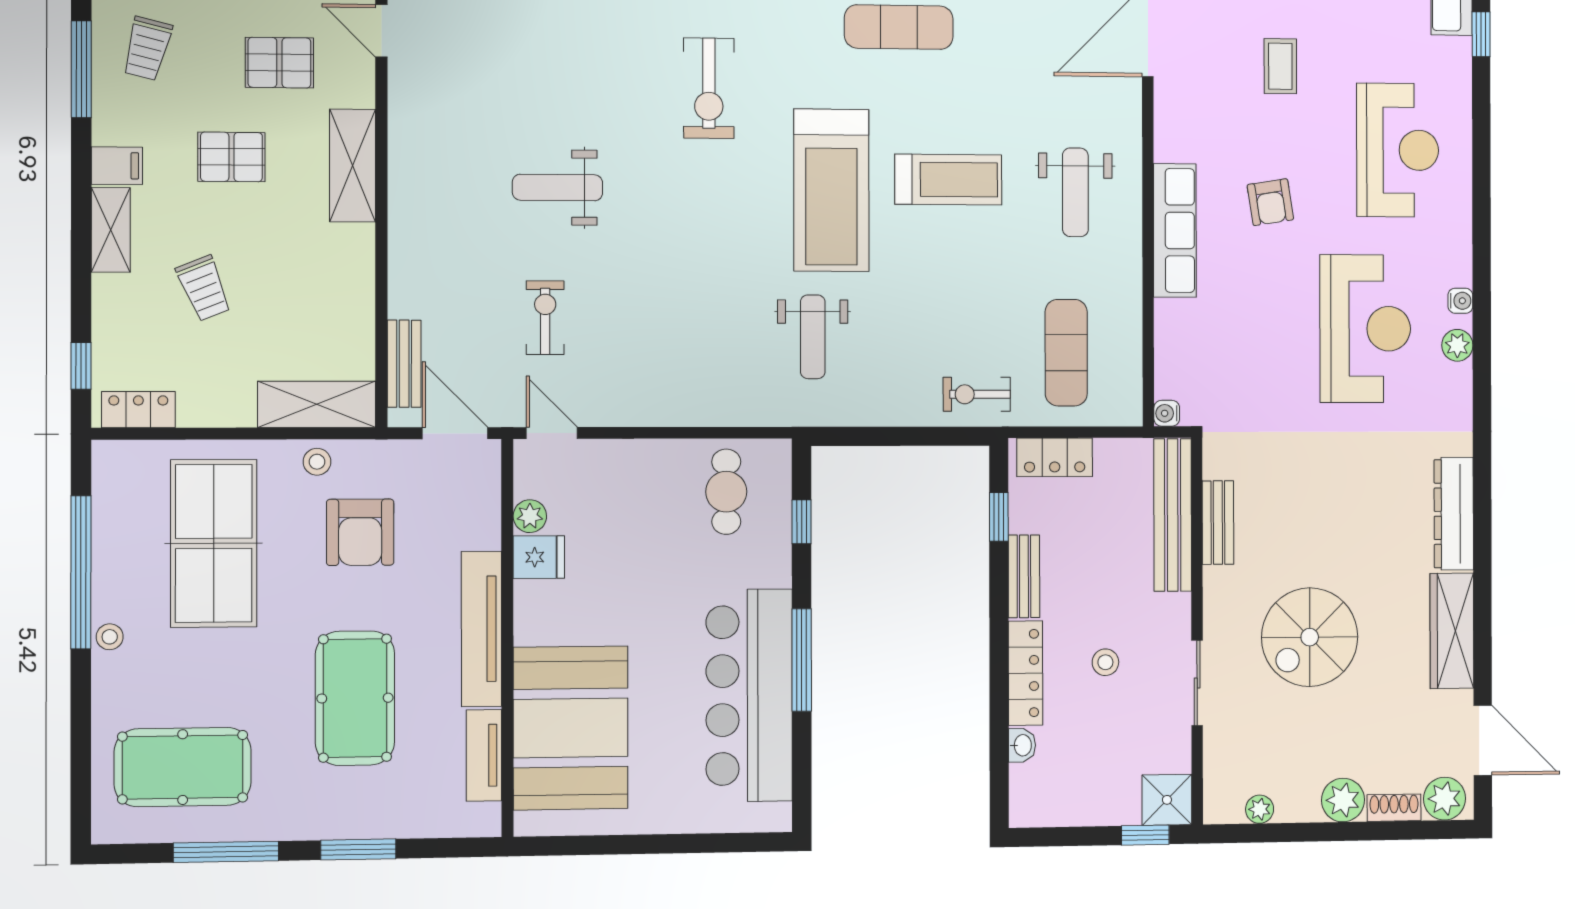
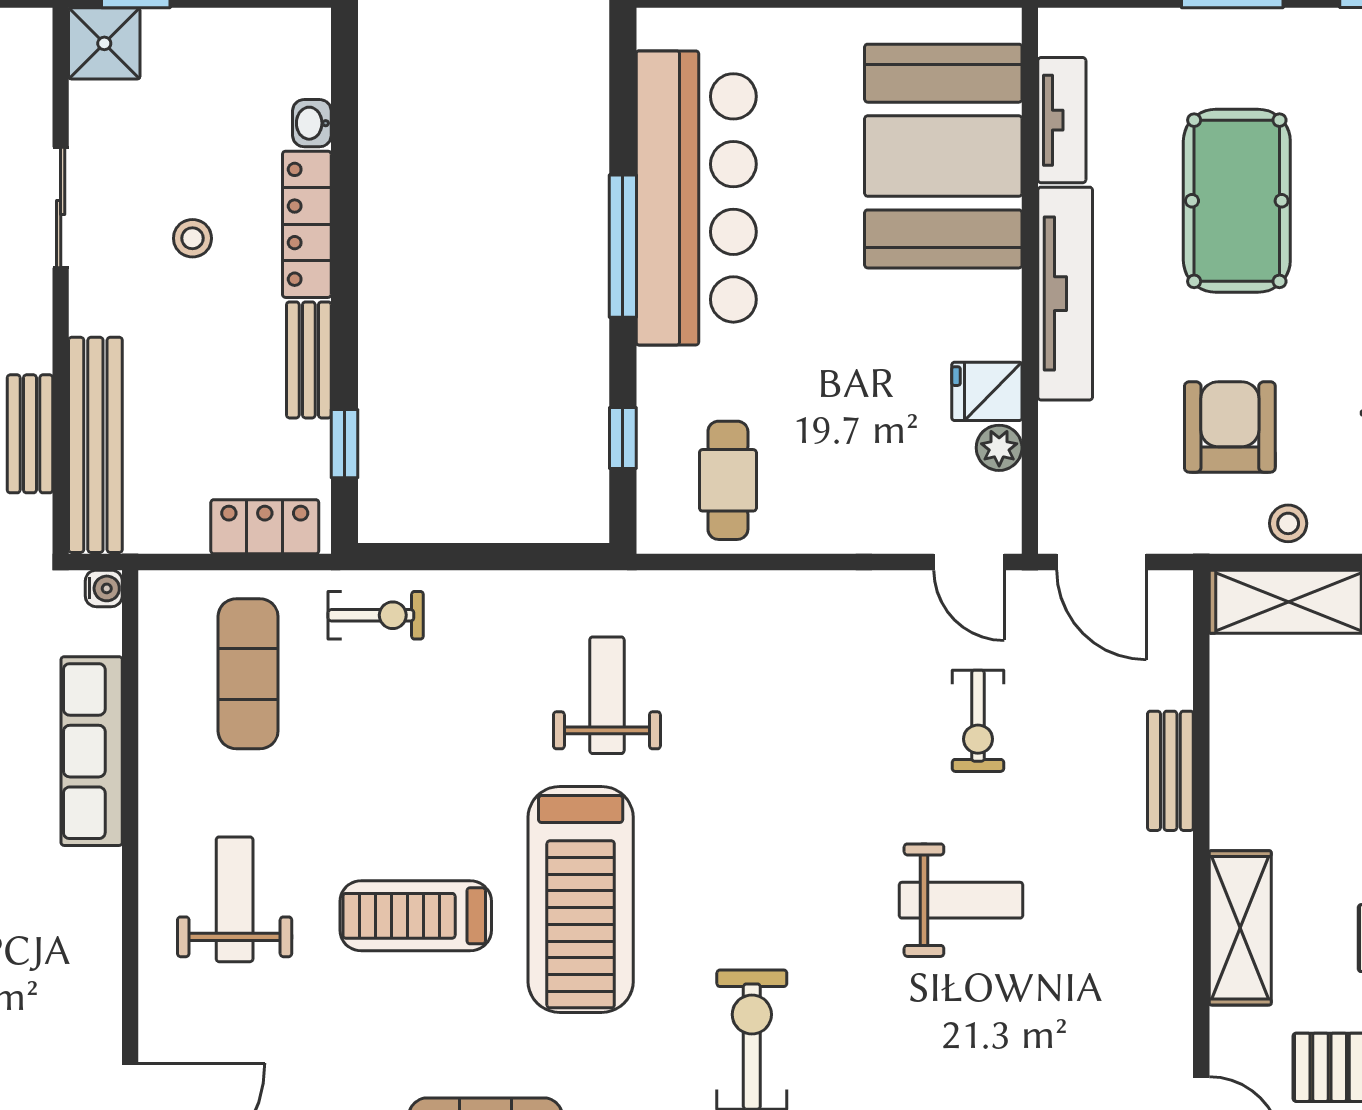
treadmill: (831, 190) -> (581, 899), turned 180
row of seats: (1175, 230) -> (92, 751), moved
bench: (404, 364) -> (1170, 771), moved

